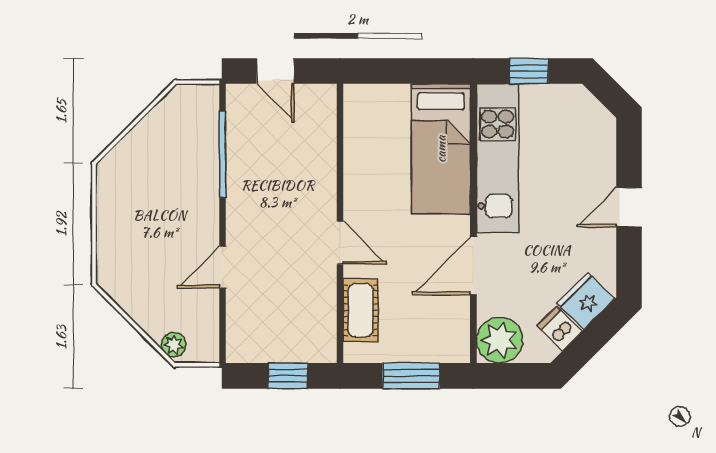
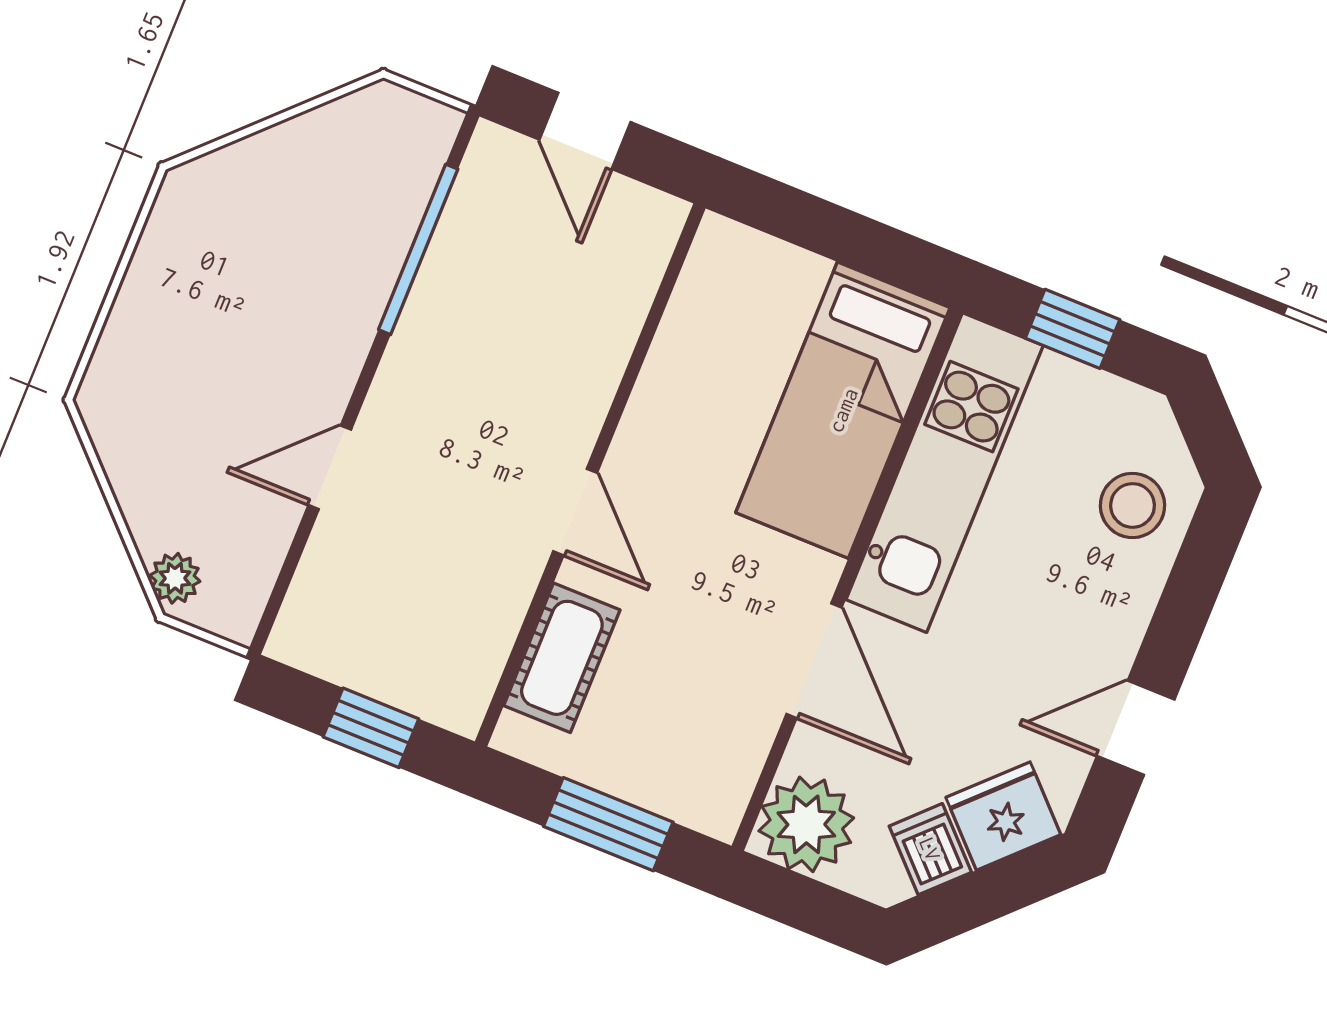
stool: (587, 139) -> (1133, 505), added
door: (629, 207) -> (1136, 728), moved
door: (473, 266) -> (814, 661), swing flipped

